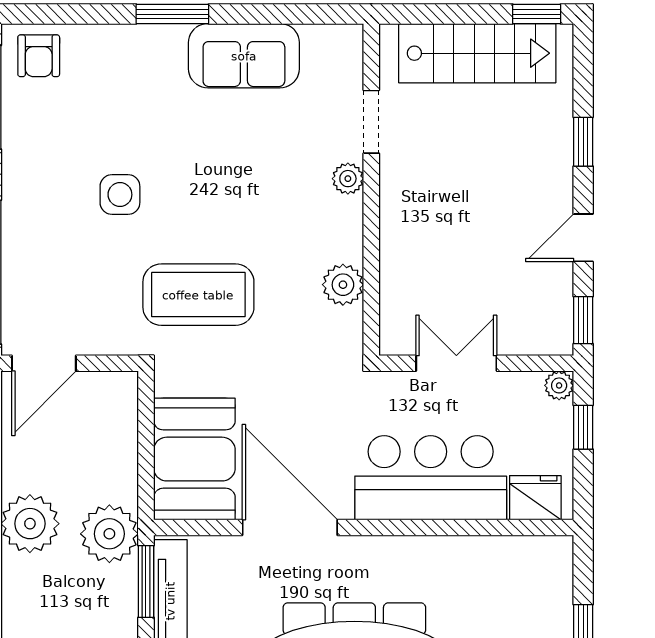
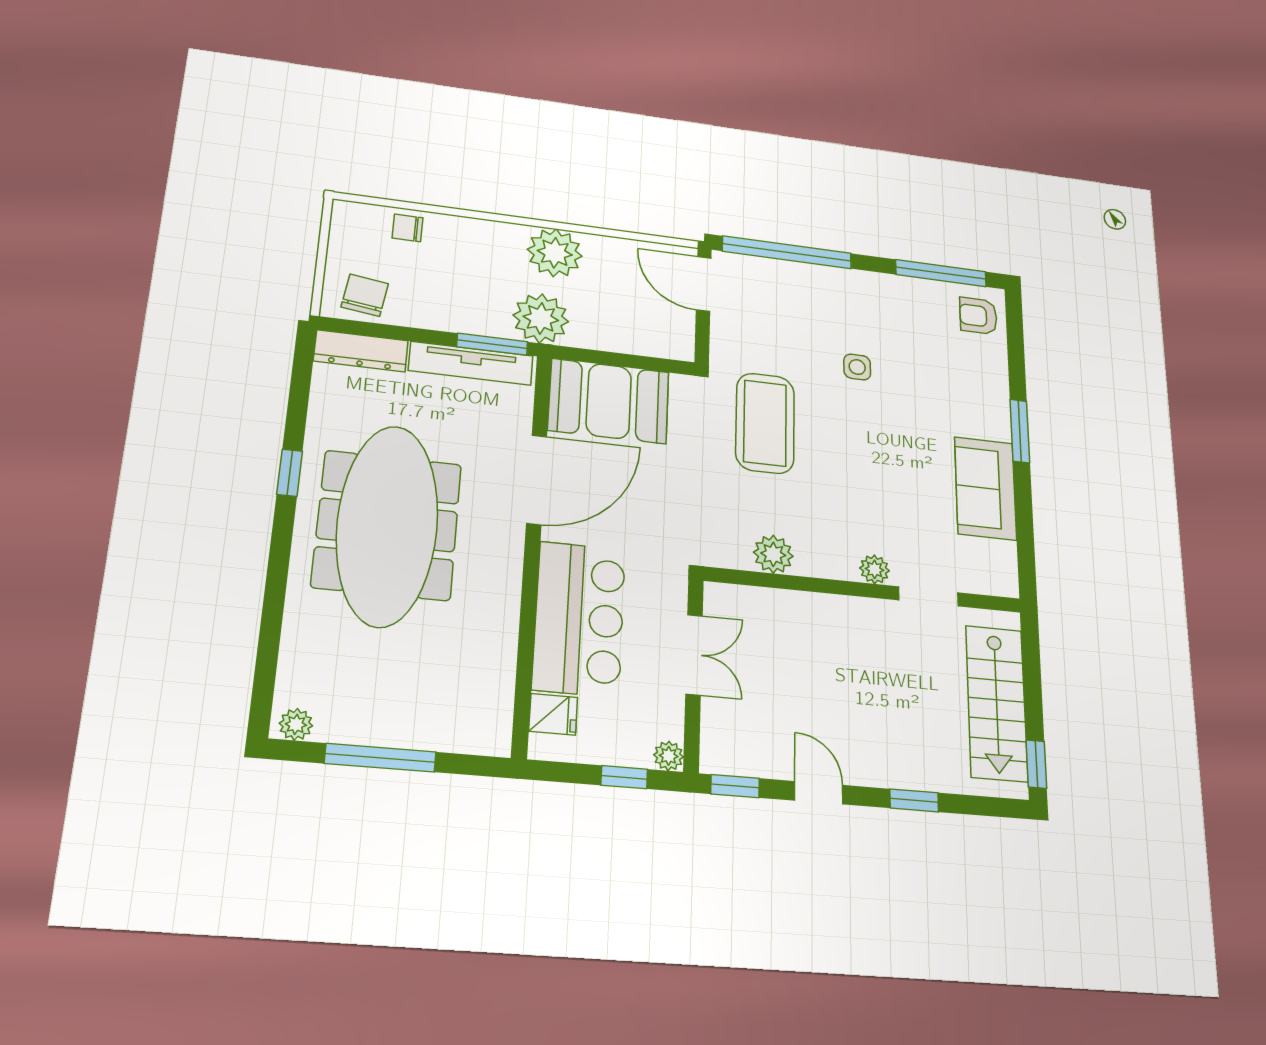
side table: (120, 195) -> (857, 367), width x0.73, depth x0.73
fridge: (535, 498) -> (553, 714), width x0.72

